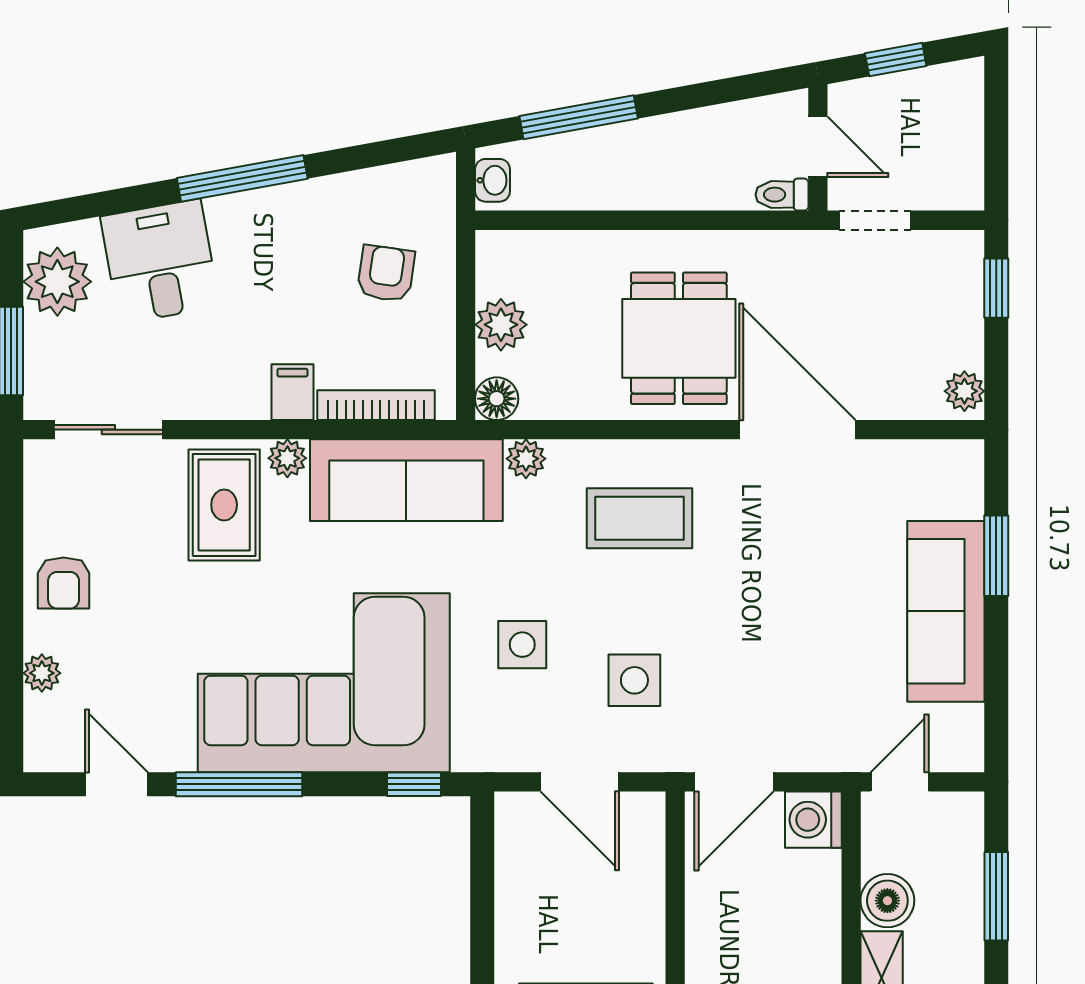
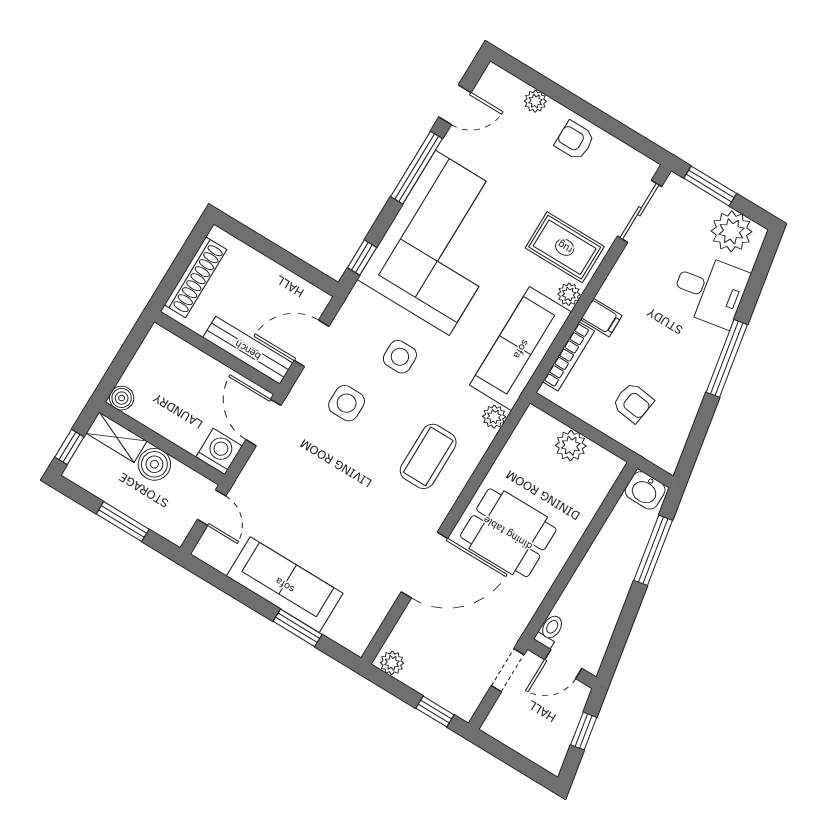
washbasin: (492, 180) -> (645, 490), width x1.38, depth x1.45
floor lamp: (497, 399) -> (534, 420), removed
bench: (645, 866) -> (248, 350), added

